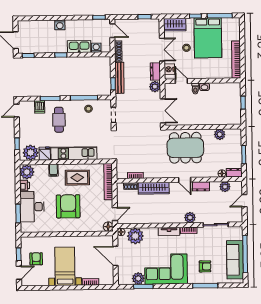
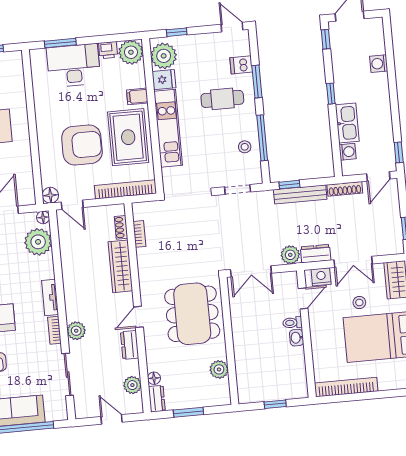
washing machine: (60, 25) -> (379, 64), moved
rug: (77, 178) -> (128, 137), width x1.36, depth x1.43
armchair: (68, 206) -> (82, 145), moved

